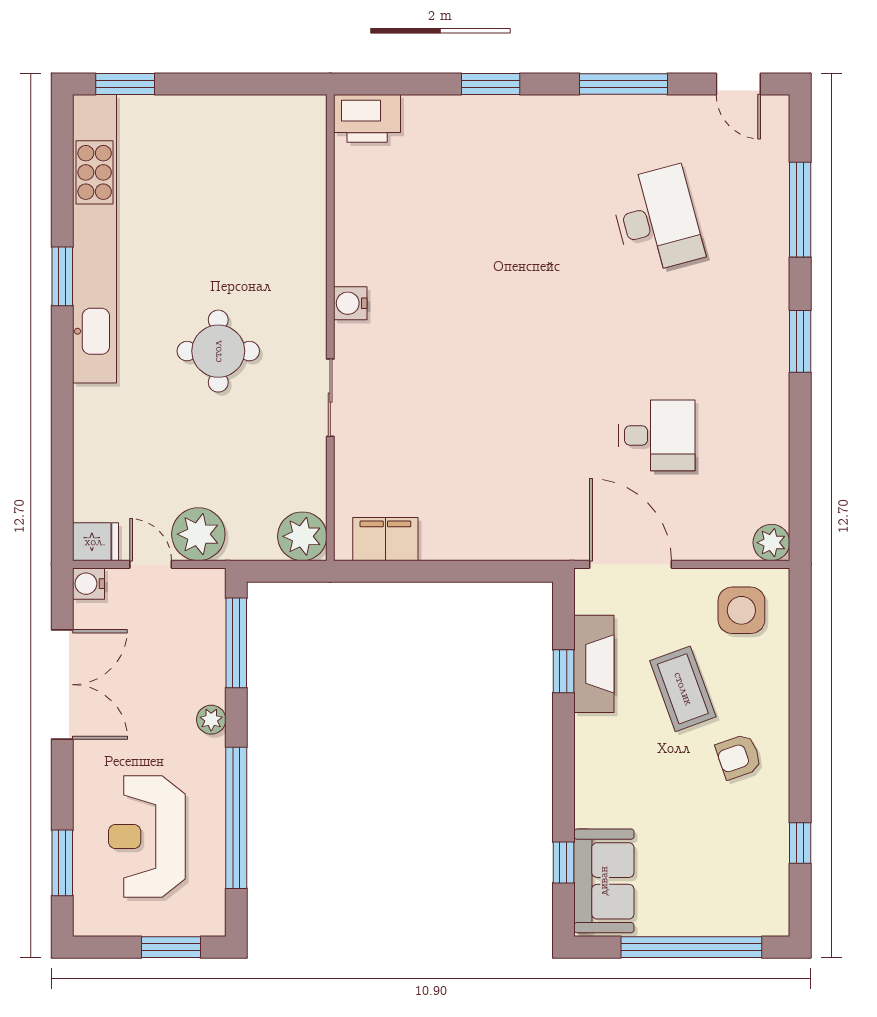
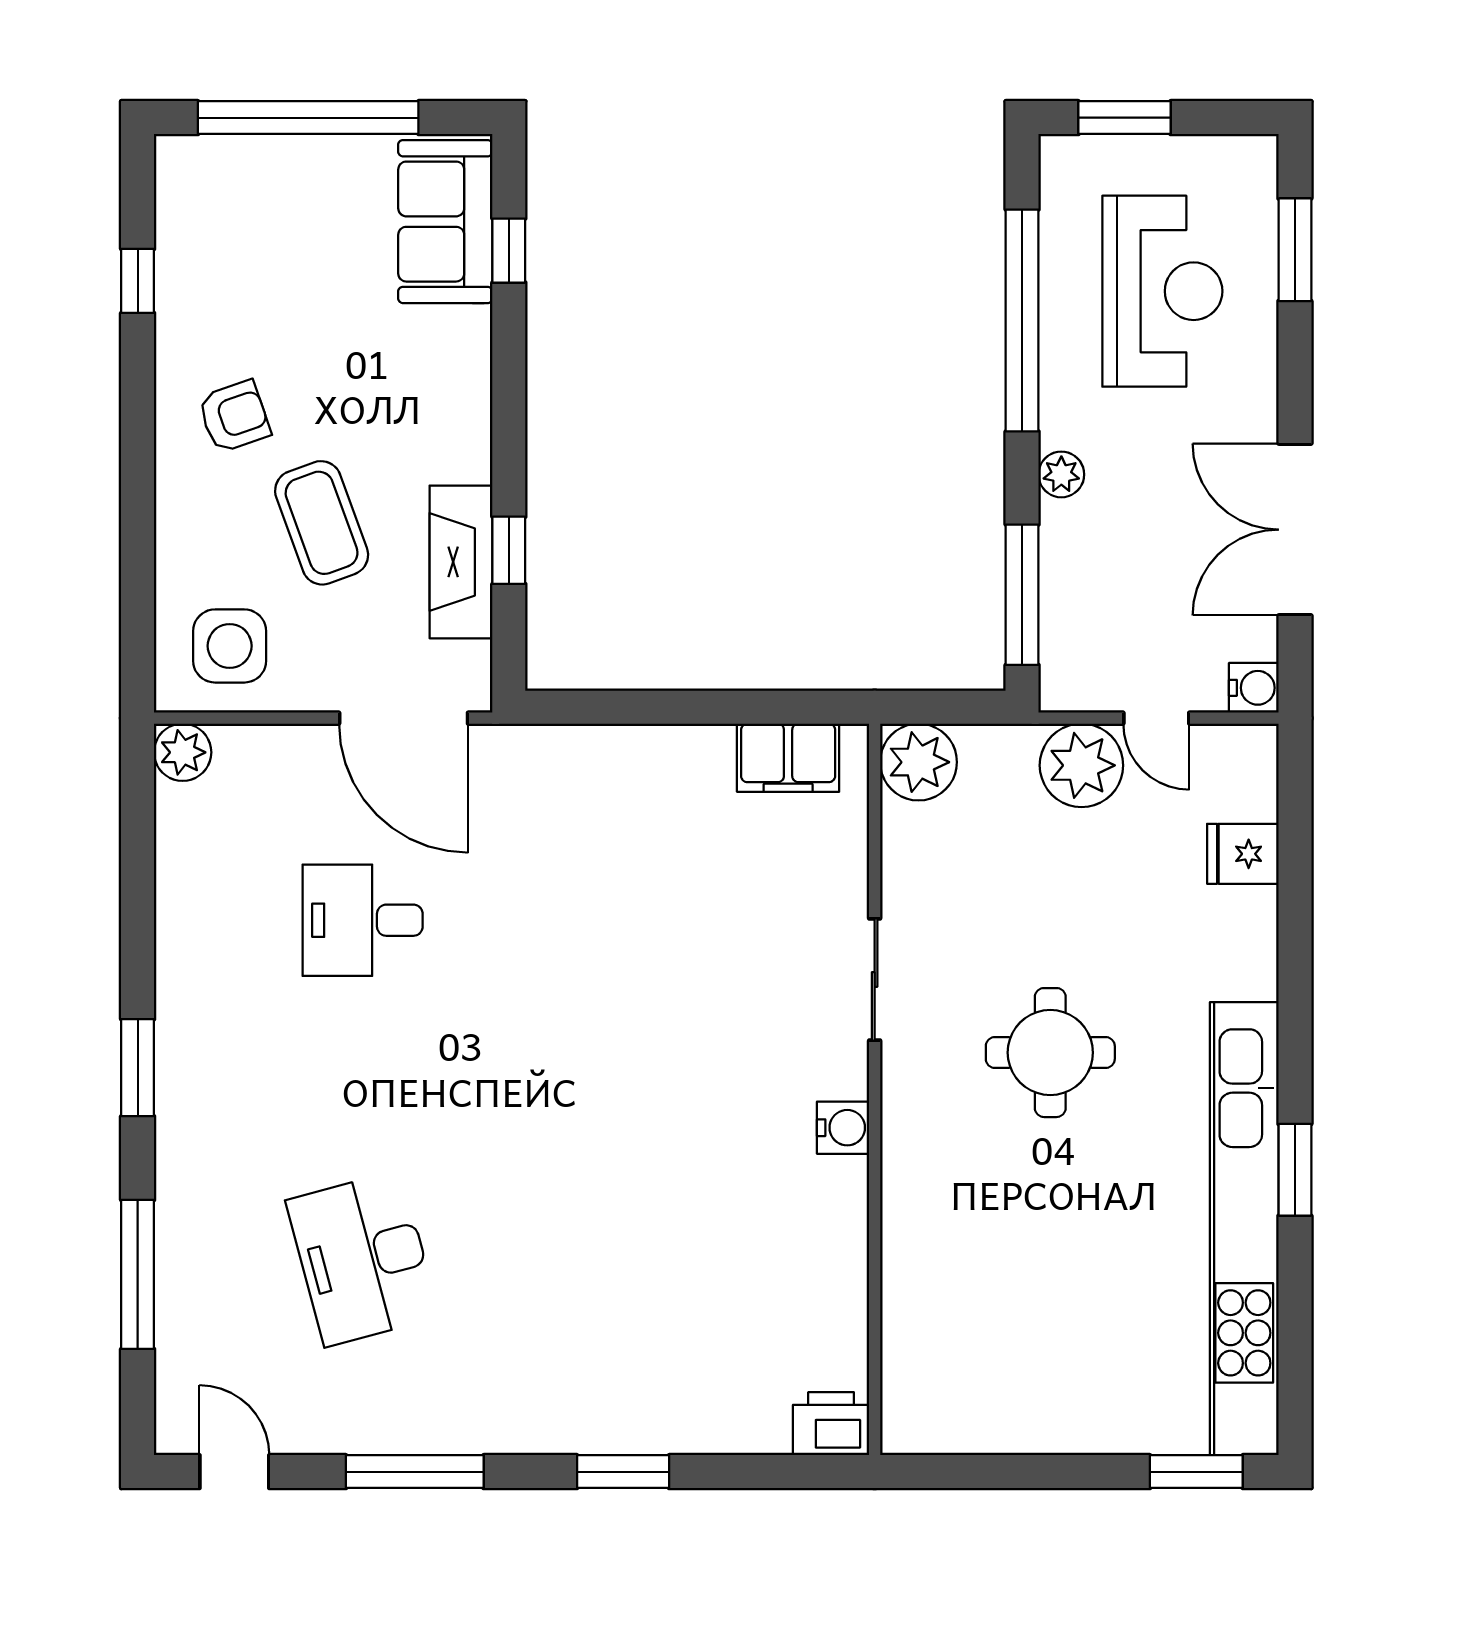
printer: (367, 118) -> (831, 1424), width x0.73, depth x0.84
fridge: (95, 542) -> (1243, 854), moved

